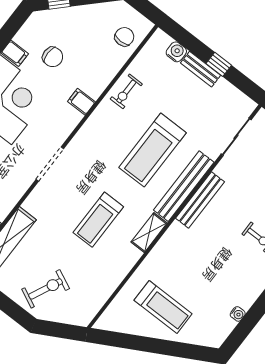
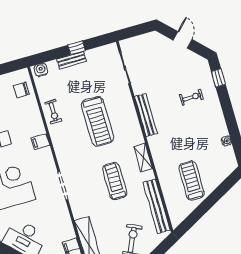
chair: (124, 37) -> (21, 90), turned -90
water cooler: (176, 52) -> (41, 70), moved
bench: (184, 186) -> (157, 206), moved
treadmill: (98, 220) -> (115, 181), turned 180
treadmill: (163, 307) -> (191, 181), turned -90

